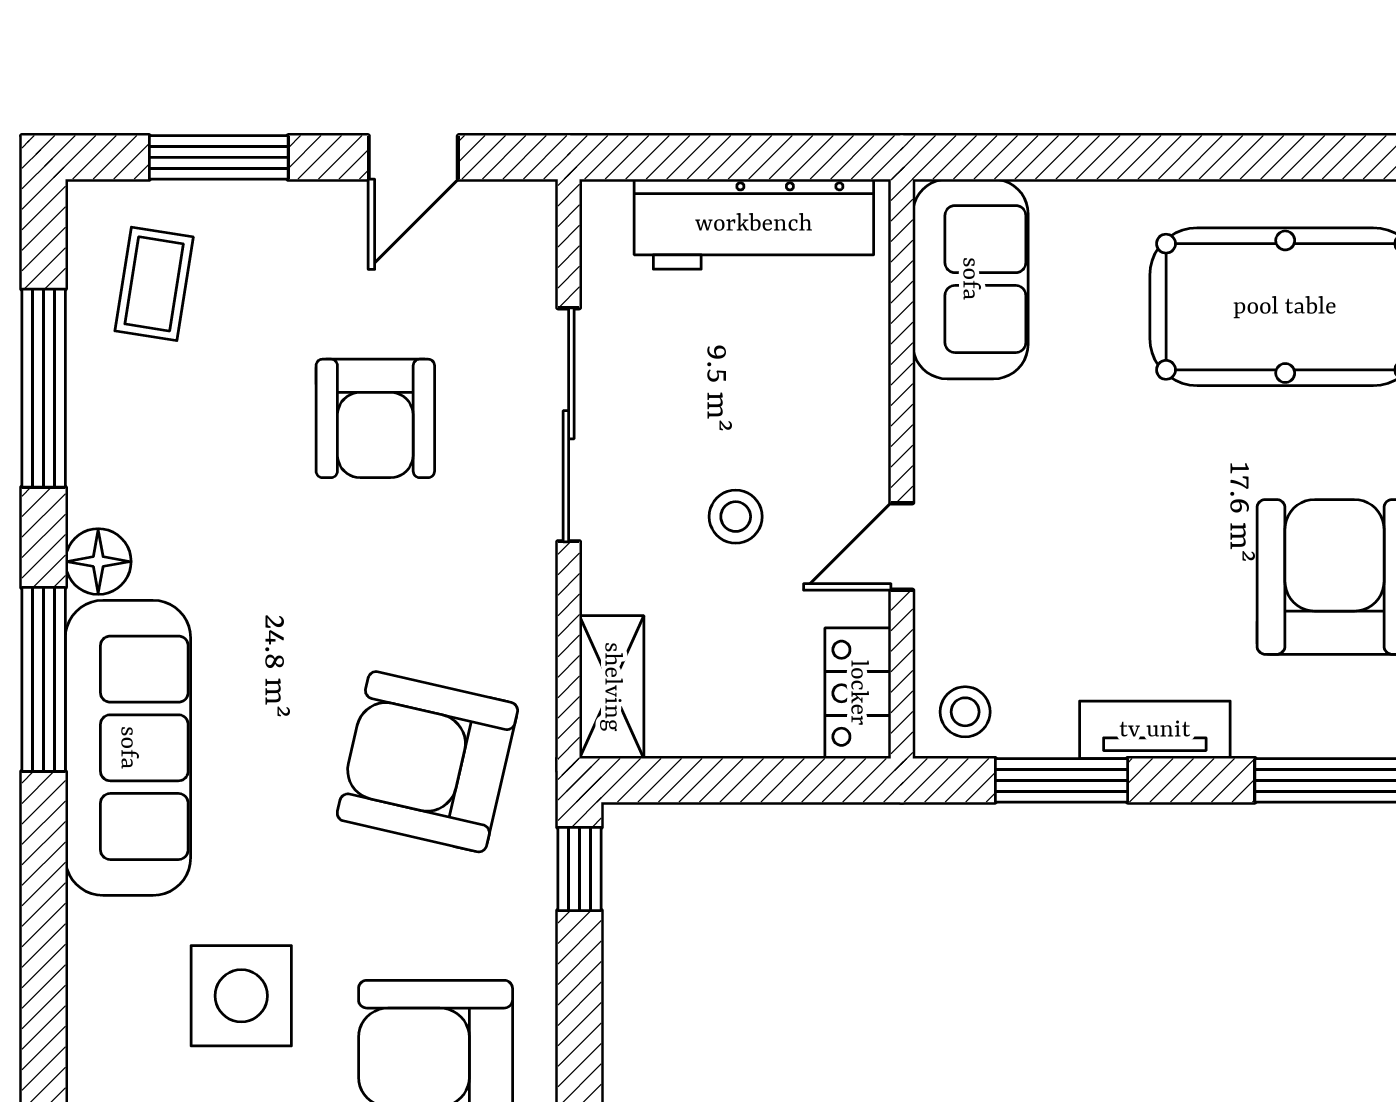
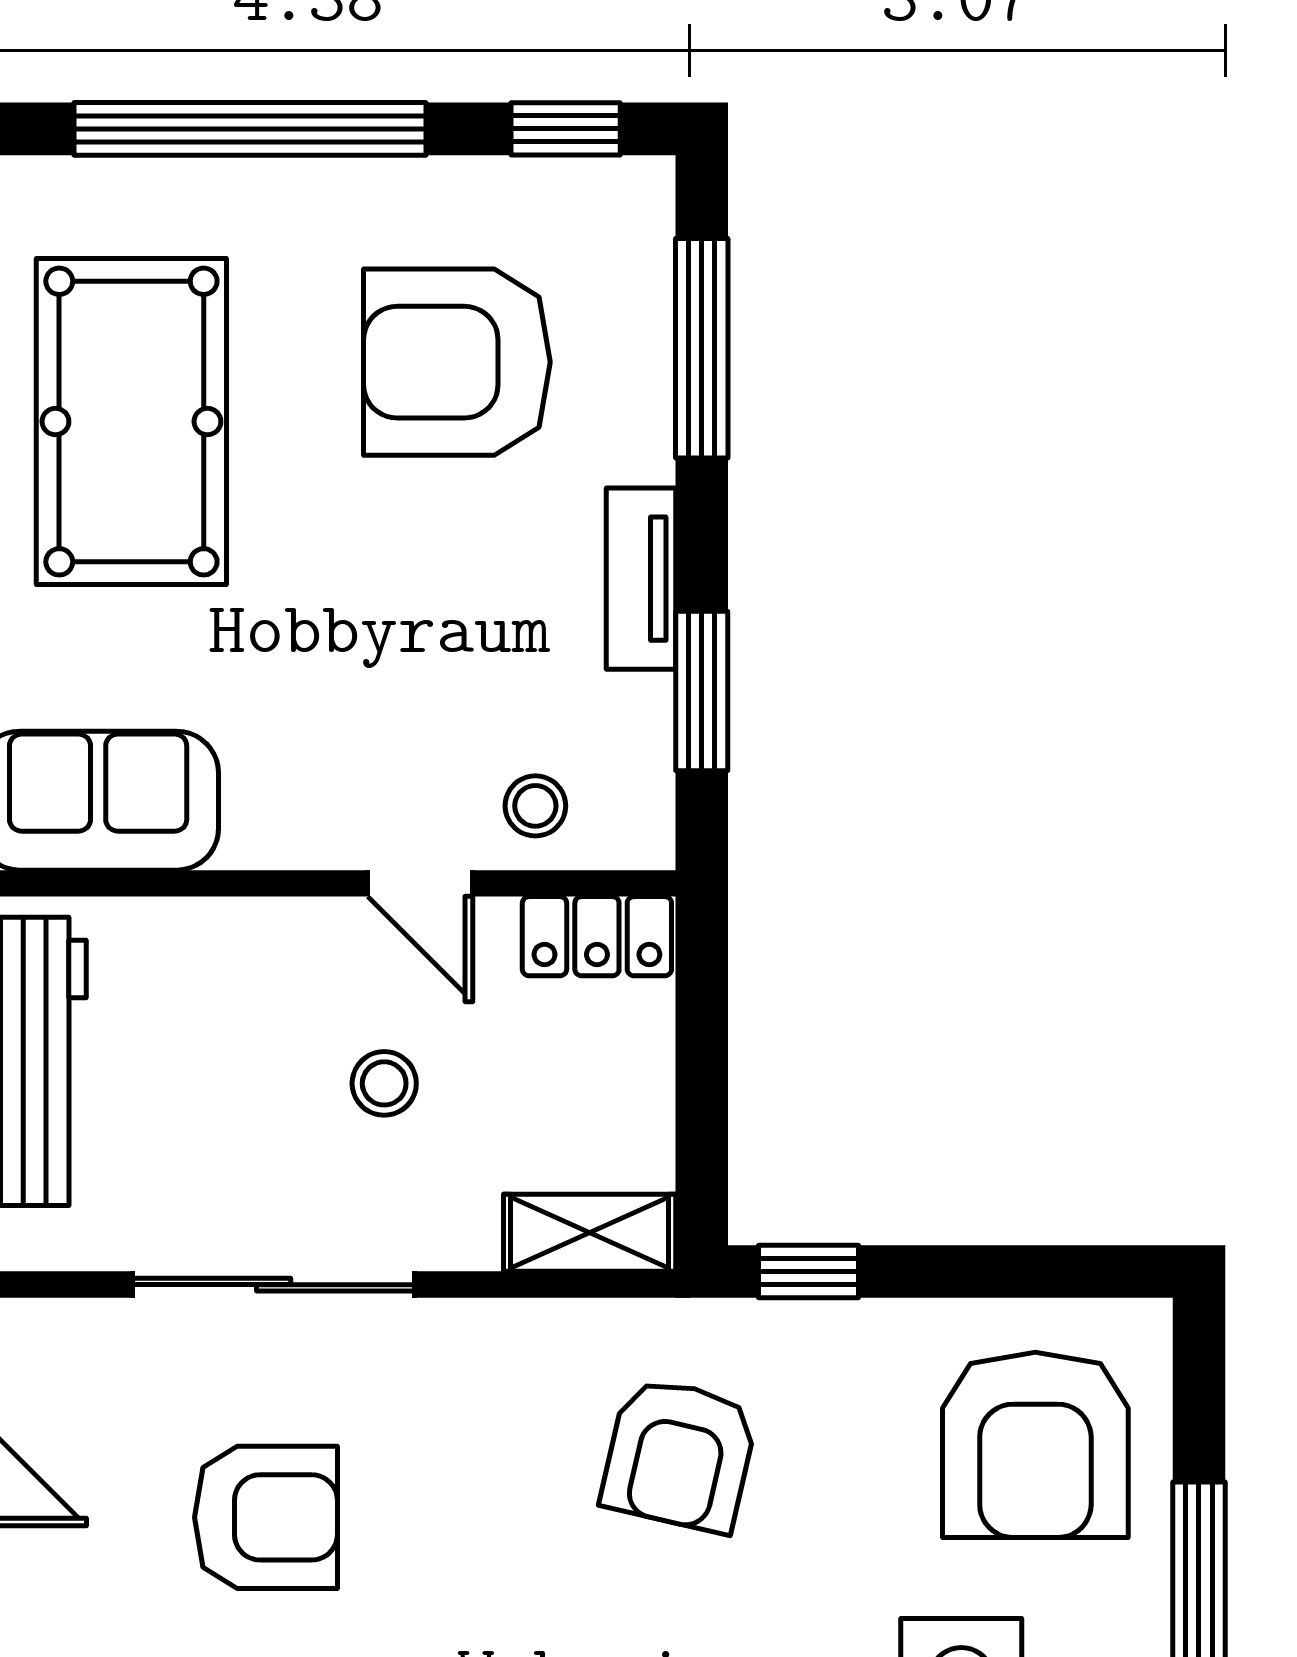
stool: (965, 712) -> (535, 806), moved
armchair: (427, 762) -> (679, 1455), width x0.73, depth x0.73

